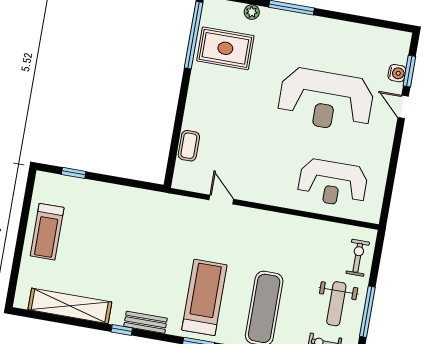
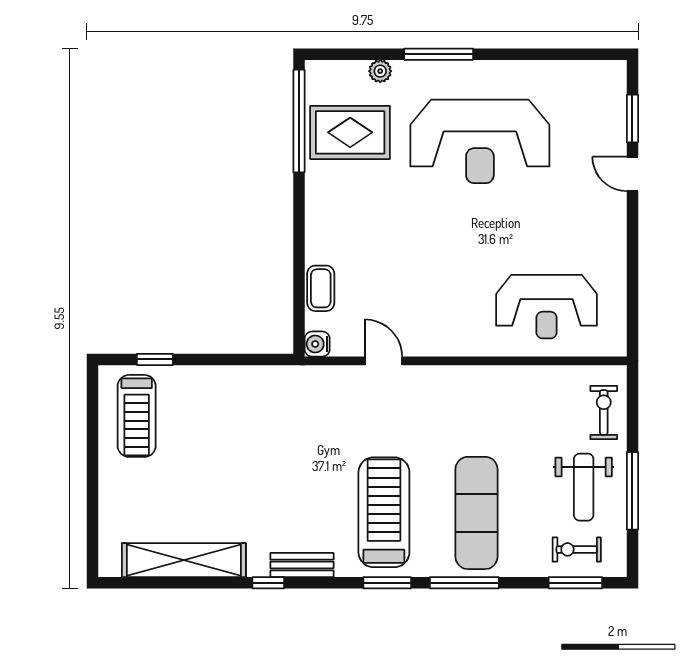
water cooler: (397, 73) -> (317, 344), moved, turned 180
reception desk: (326, 100) -> (480, 141), moved
treadmill: (47, 232) -> (137, 416), moved

